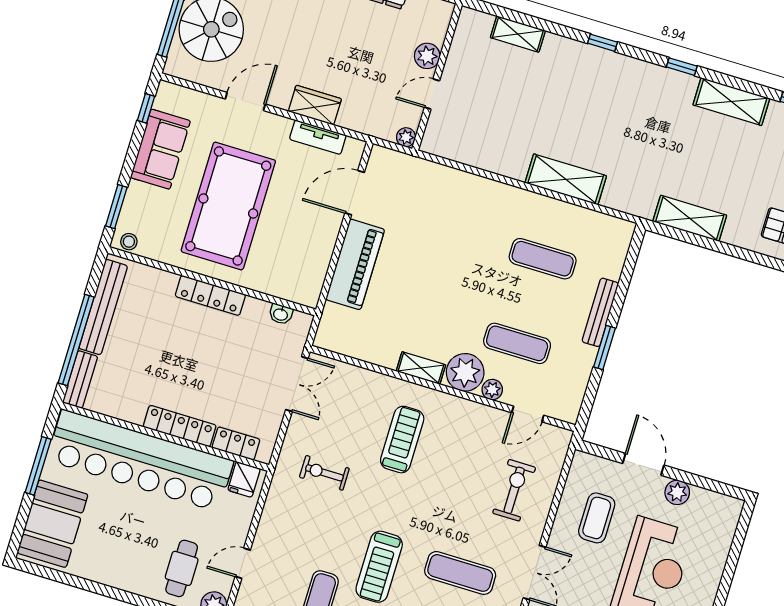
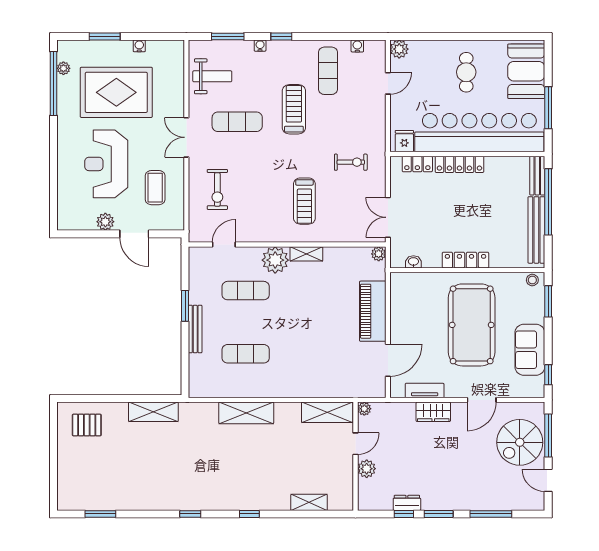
shelving: (731, 102) -> (327, 412), moved
plant: (492, 390) -> (379, 254), moved
cafe table: (182, 568) -> (466, 72), moved

